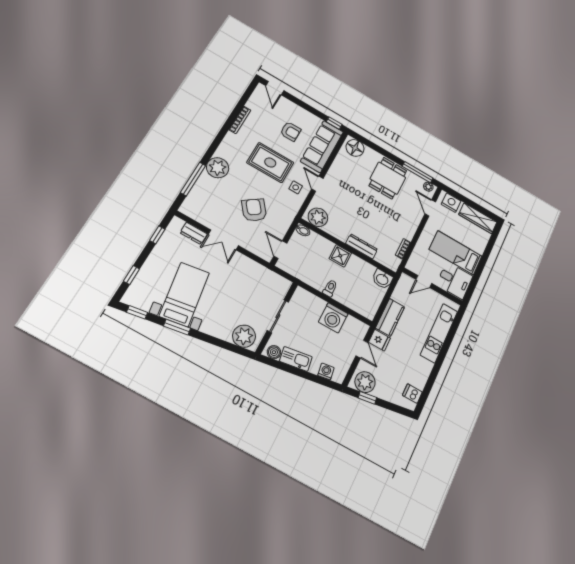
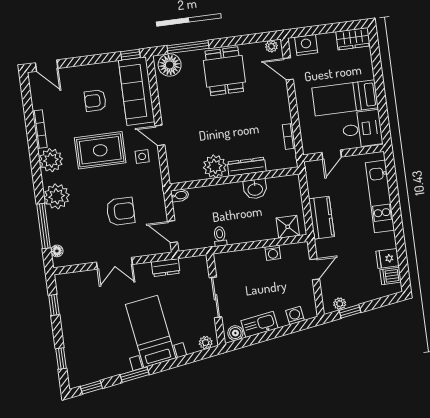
armchair: (290, 131) -> (95, 101), turned 180
plant: (232, 143) -> (51, 160), added
window: (418, 172) -> (188, 47), moved
floor lamp: (189, 202) -> (57, 251), added
armchair: (254, 210) -> (121, 211), turned 127
plant: (318, 217) -> (215, 166), moved
wardrobe: (478, 218) -> (353, 39), width x0.67
dresser: (194, 233) -> (166, 267), moved
shower: (340, 256) -> (288, 227), moved
washbasin: (382, 279) -> (255, 189), moved
toilet: (330, 288) -> (220, 236), moved
bed with nightstands: (184, 294) -> (151, 331), moved
washing machine: (333, 318) -> (273, 253), width x0.53, depth x0.53
plant: (244, 336) -> (206, 343), width x0.53, depth x0.53
fridge: (379, 340) -> (388, 258), moved, turned 180
door: (362, 349) -> (315, 269), hinge flipped
plant: (365, 382) -> (340, 304), width x0.53, depth x0.53

